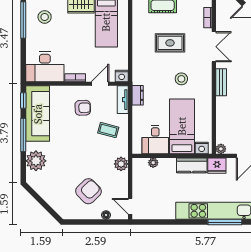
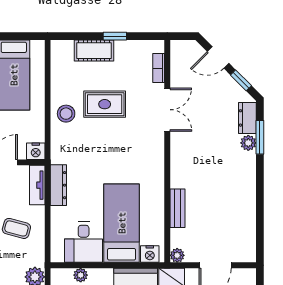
stool: (181, 79) -> (66, 114), moved
bench: (221, 82) -> (177, 208), moved
dresser: (138, 95) -> (58, 185), width x1.44

